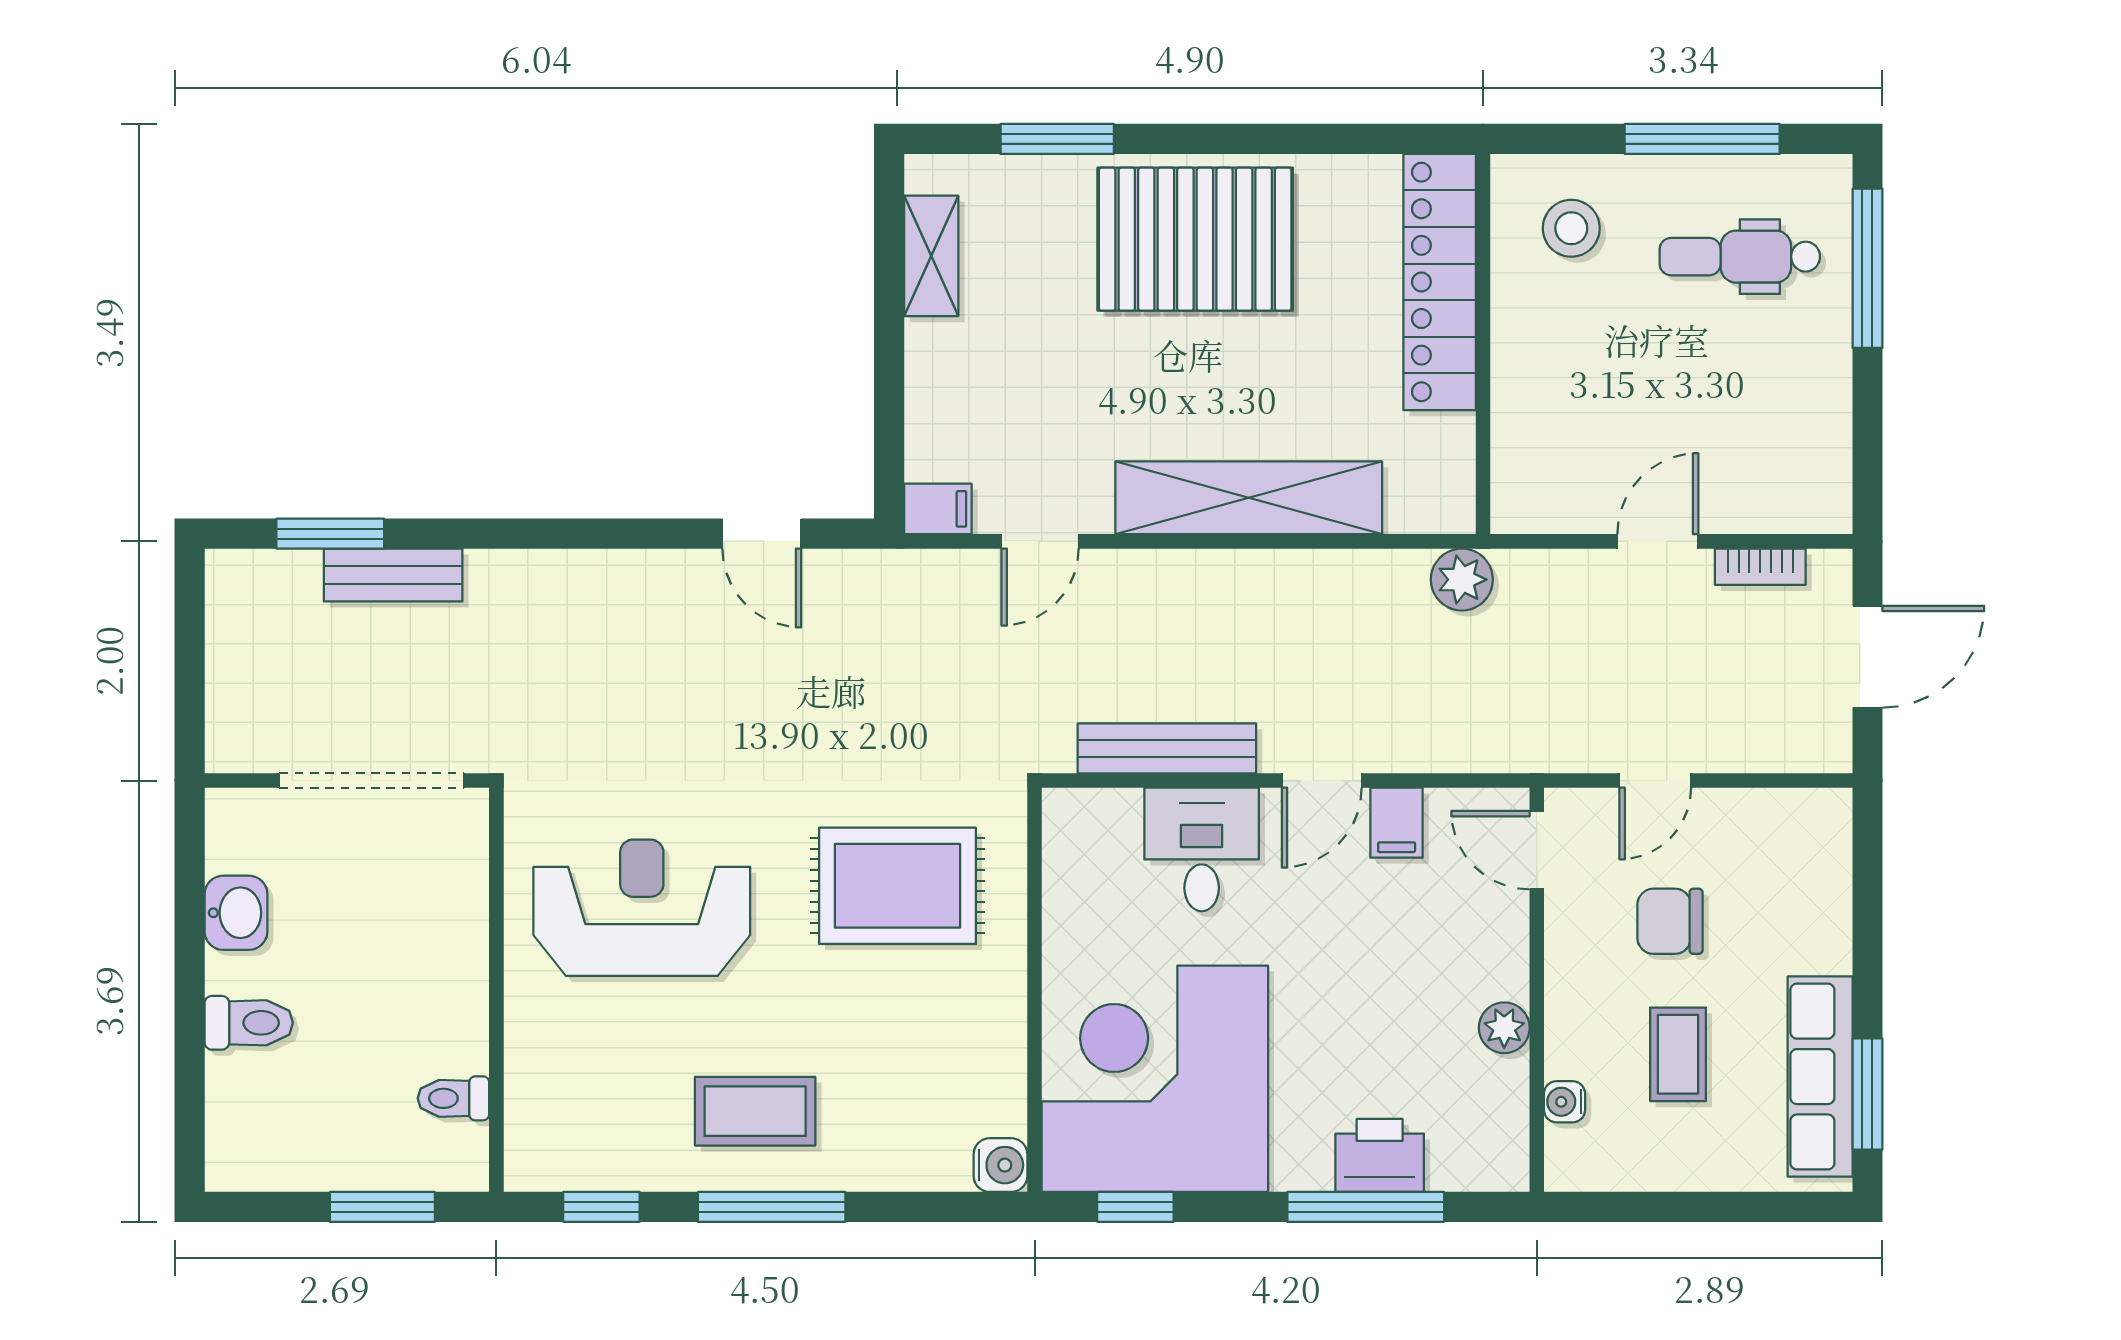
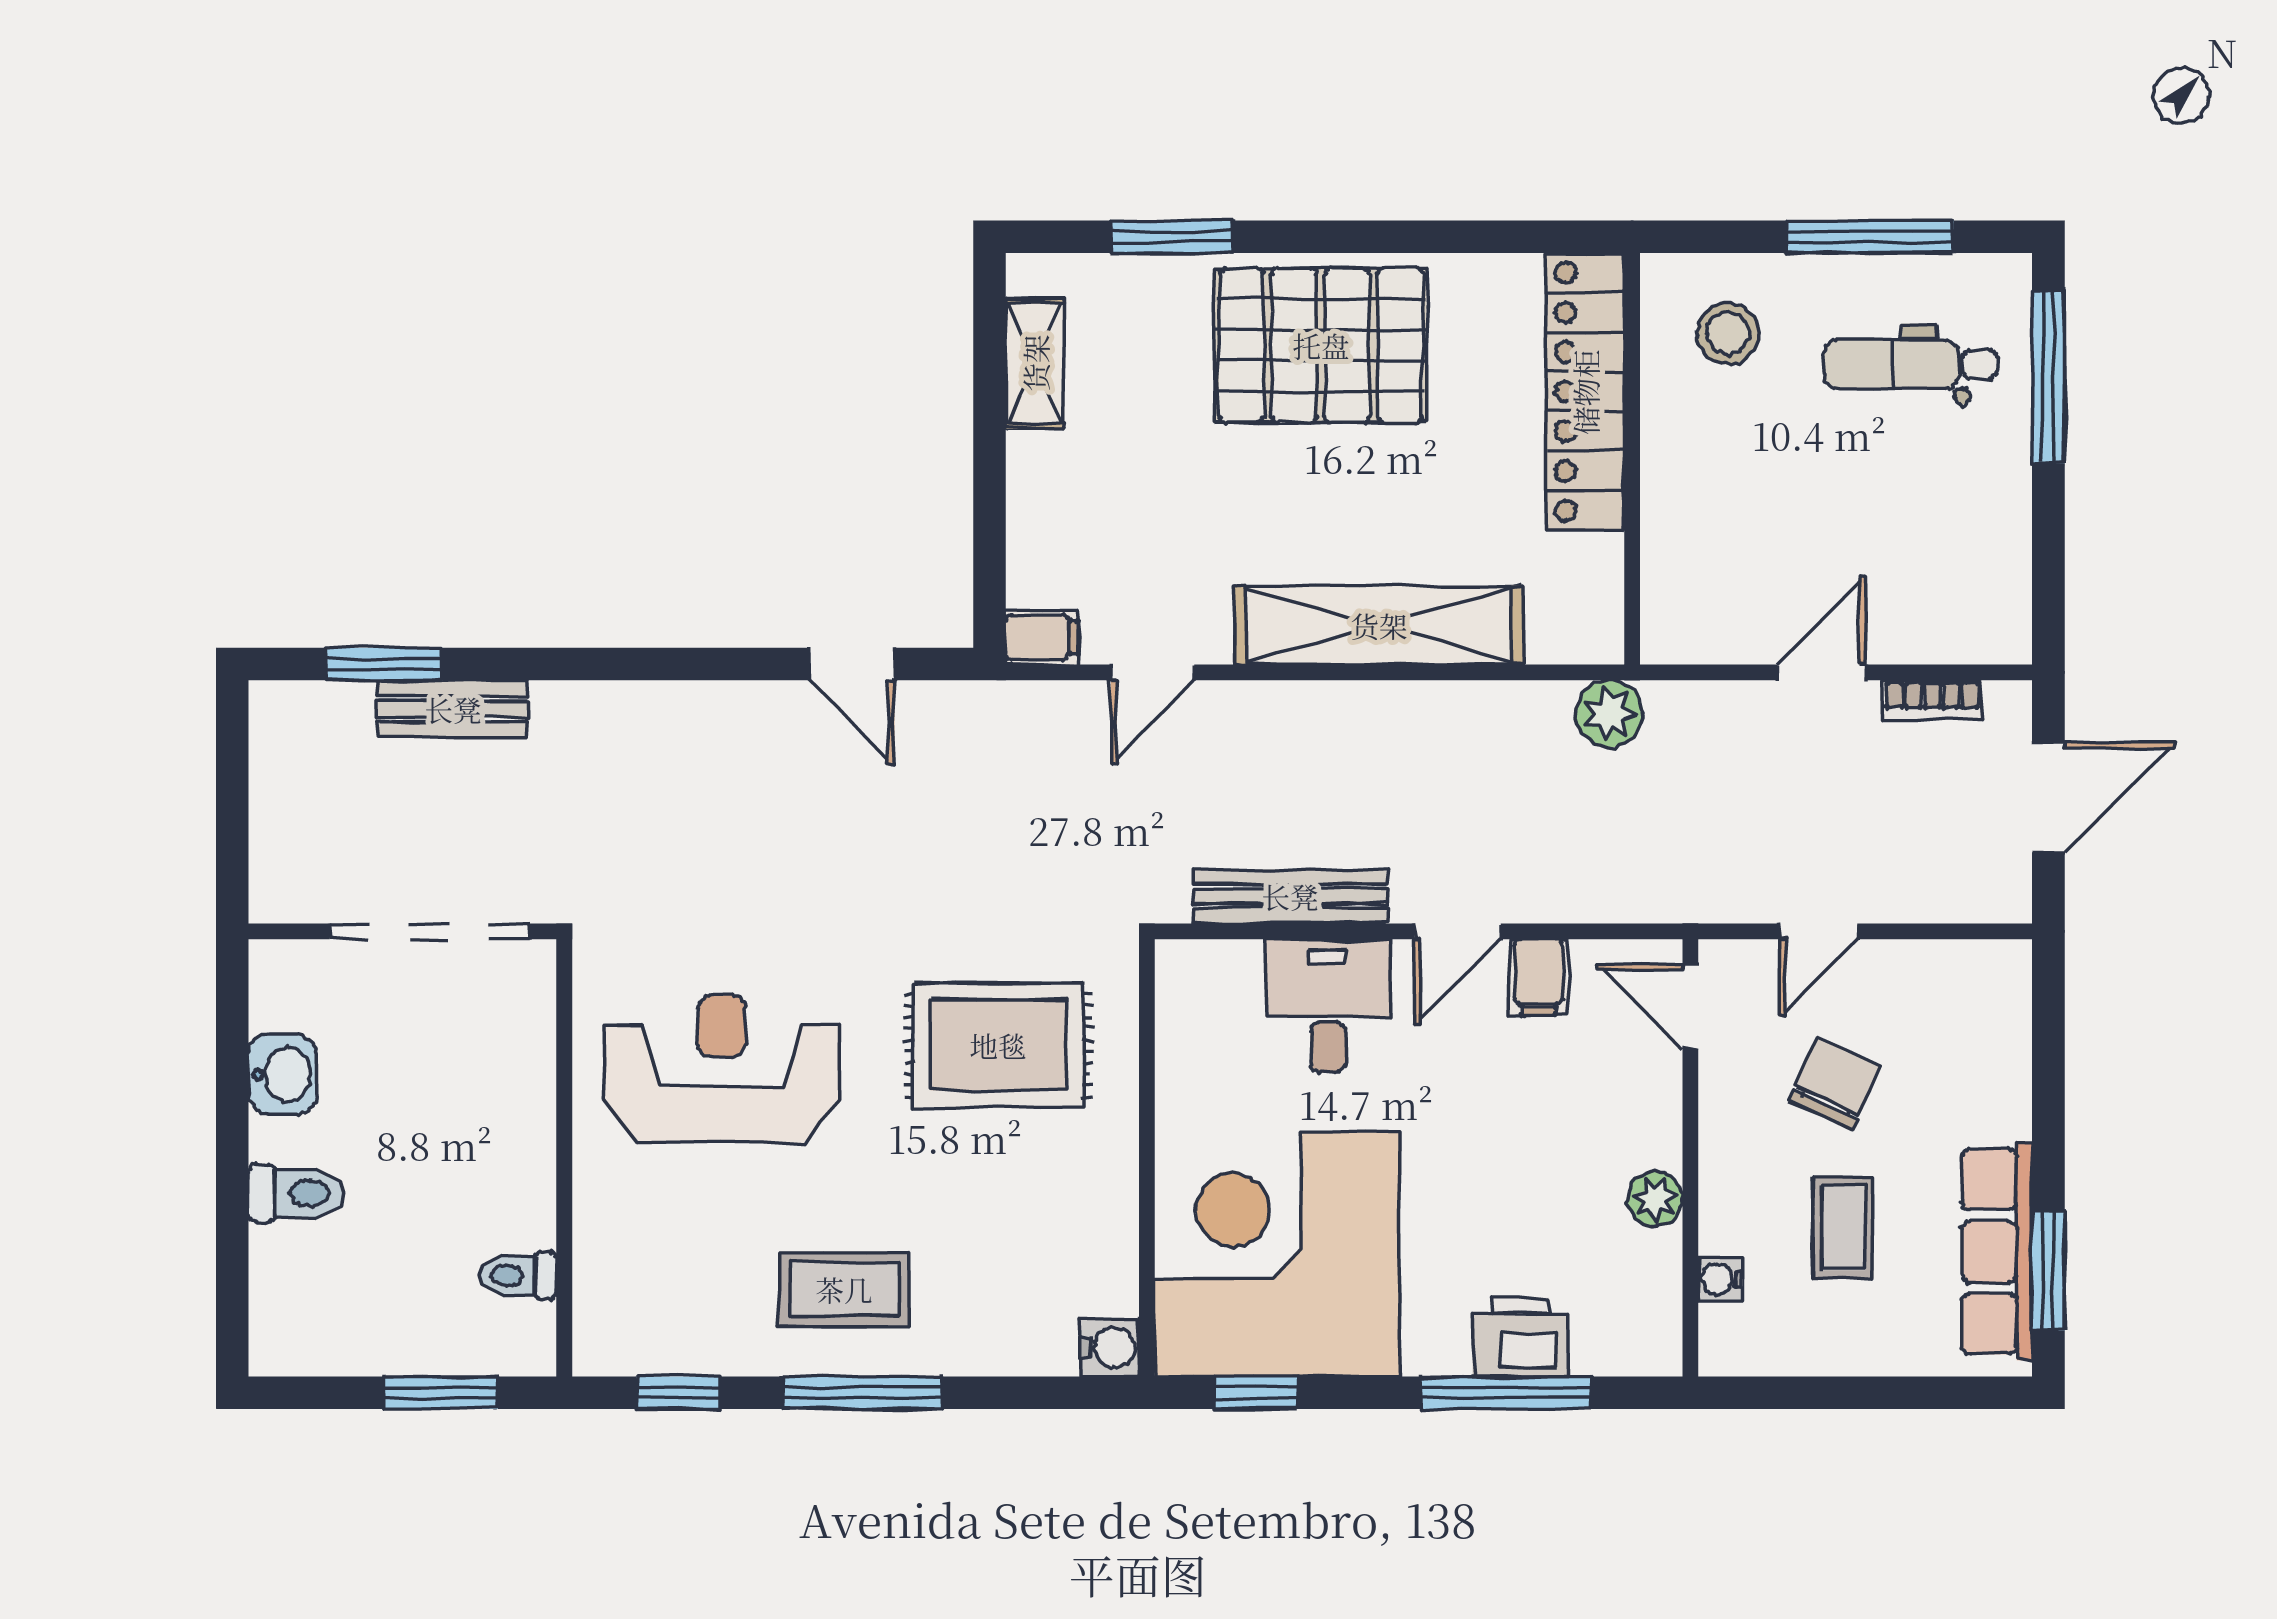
chair: (1670, 921) -> (1835, 1084), turned 114

